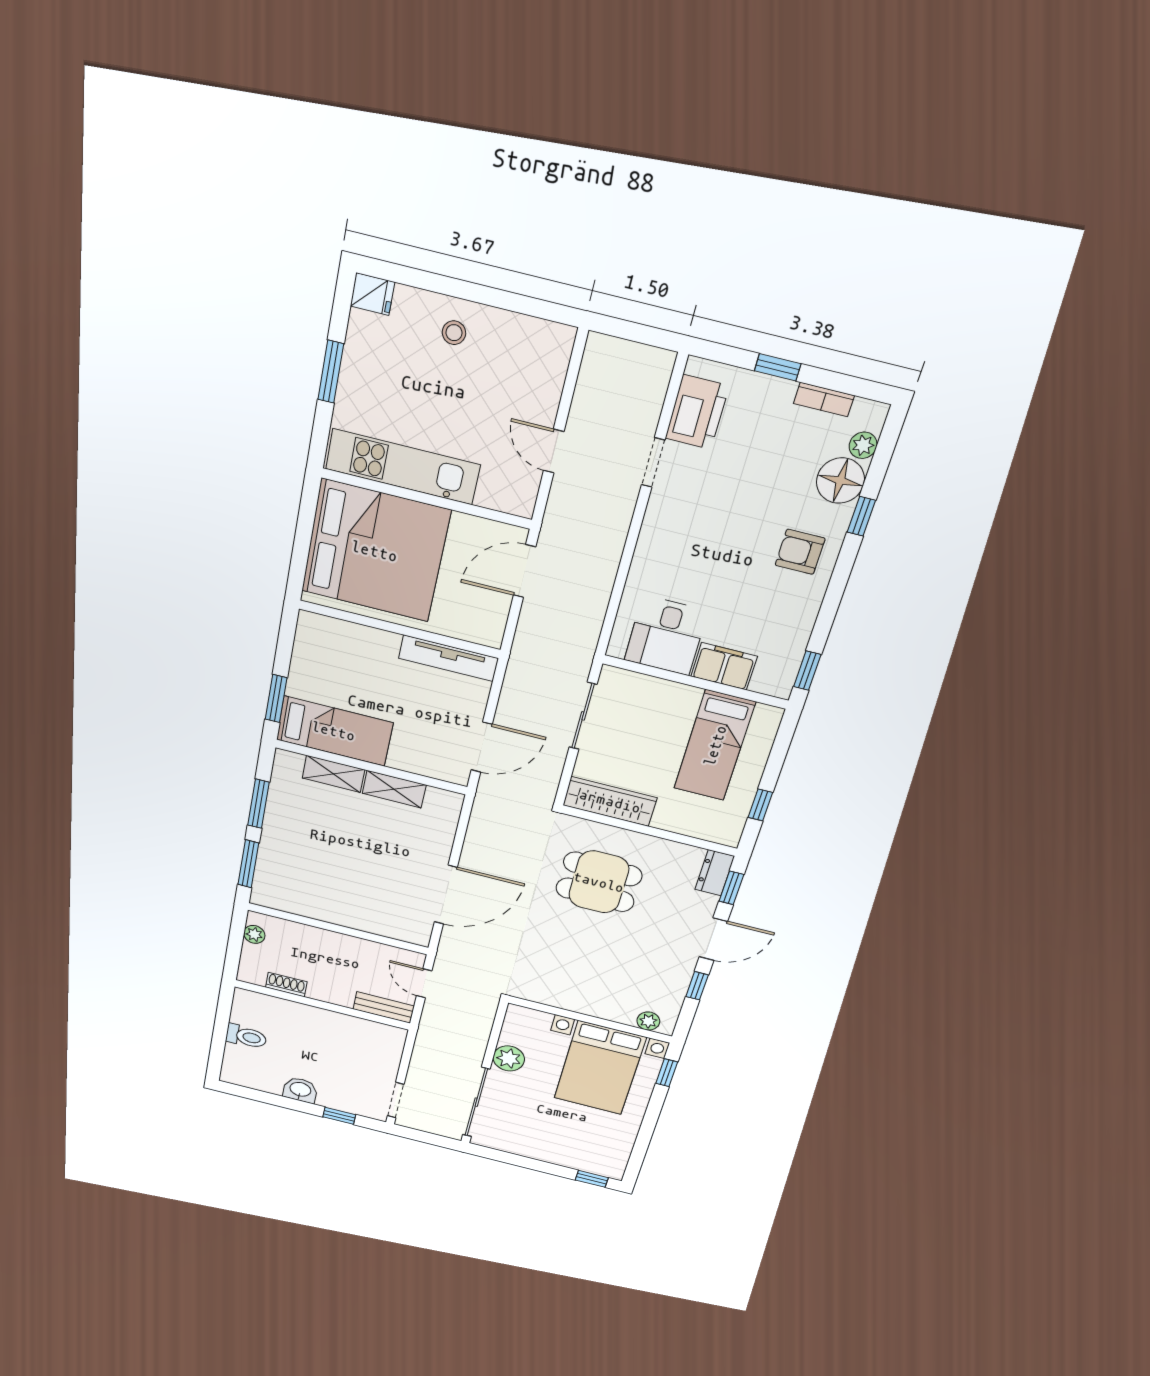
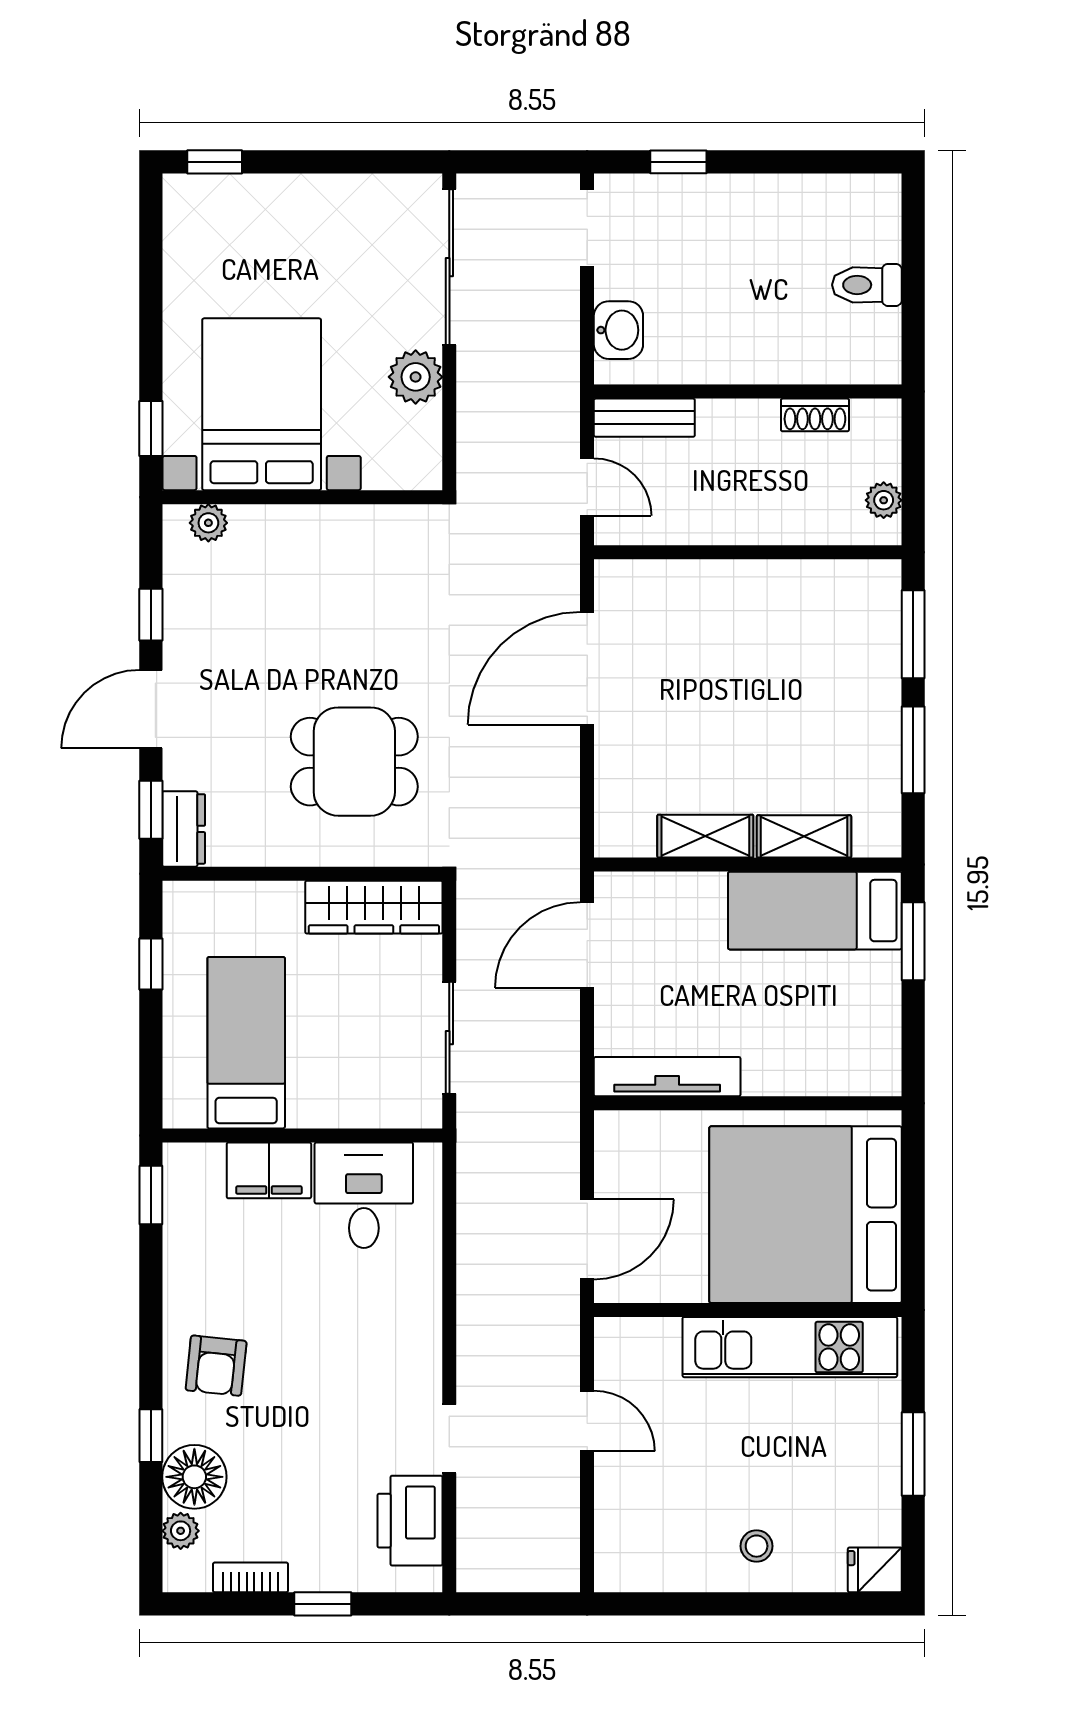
armchair: (800, 552) -> (216, 1366), turned 96
washbasin: (300, 1090) -> (618, 330), moved, turned -90

